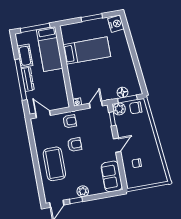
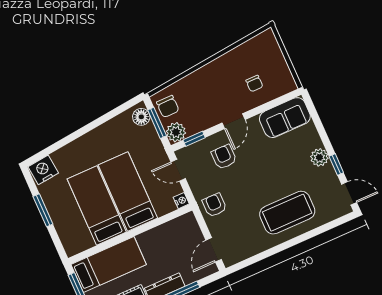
bed: (91, 71) -> (128, 191), added
floor lamp: (122, 92) -> (141, 117), moved
armchair: (75, 144) -> (224, 157), moved
door: (117, 145) -> (234, 121), swing flipped

